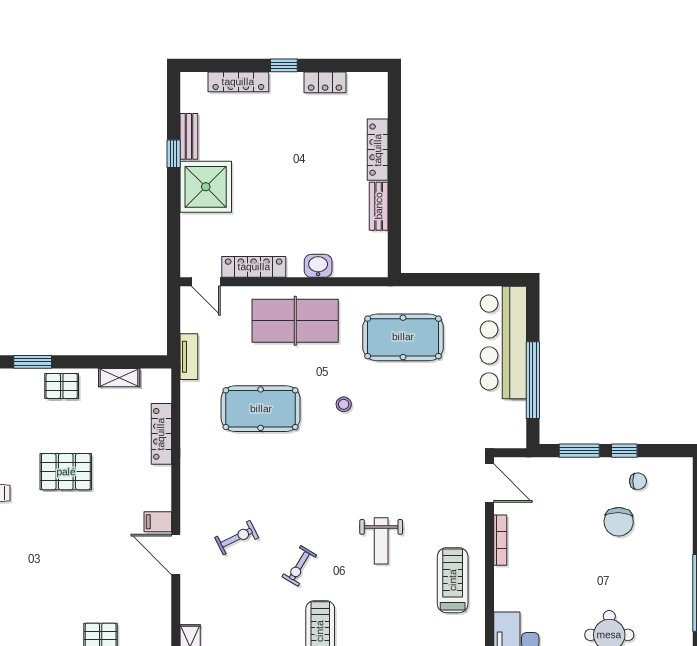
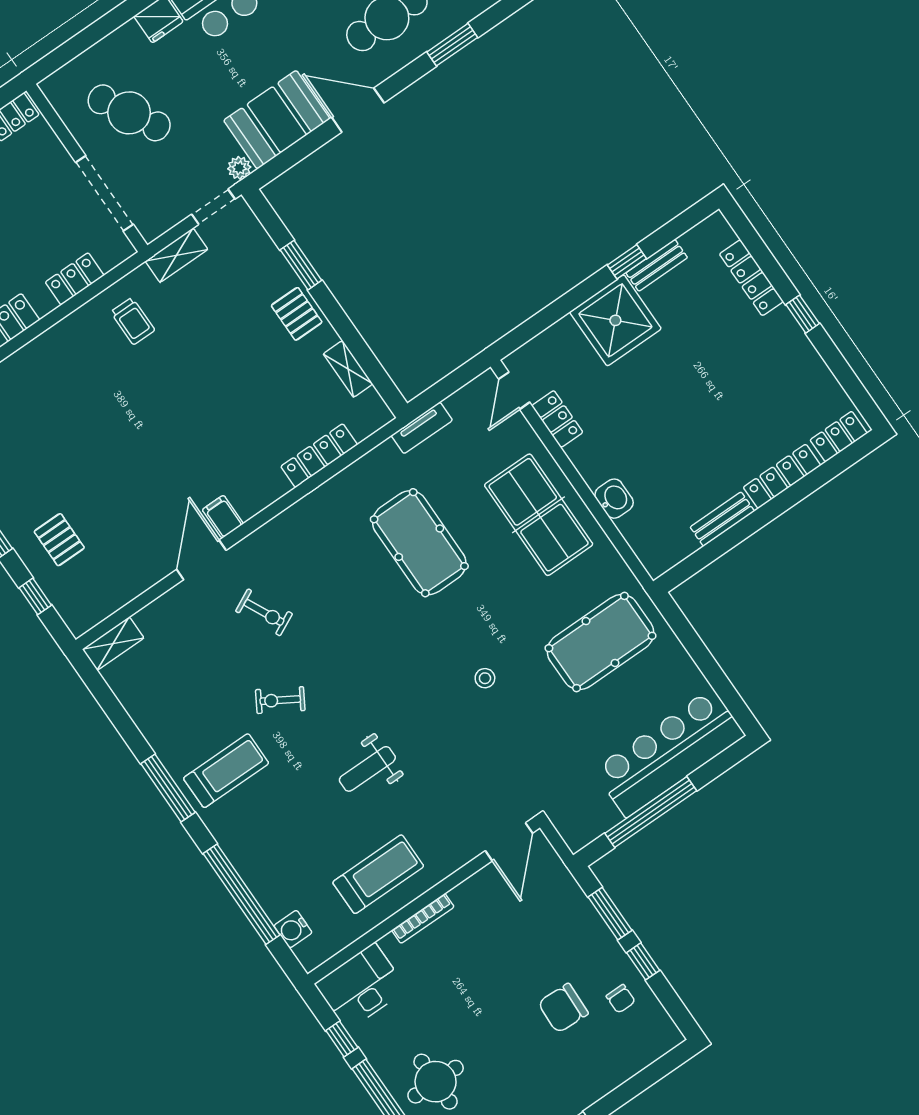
locker: (325, 82) -> (839, 437), moved, turned 90
locker: (254, 267) -> (557, 419), width x0.66
pool table: (403, 337) -> (600, 642), turned 90
stool: (344, 404) -> (485, 678), moved
pallet: (66, 472) -> (208, 382), removed
bookcase: (500, 540) -> (423, 919), moved

